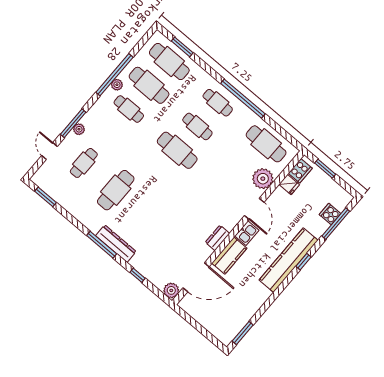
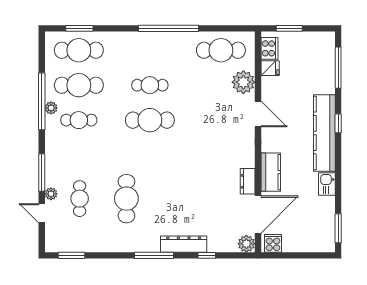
cafe table: (218, 103) -> (150, 50), removed
plant: (79, 129) -> (51, 194), moved
cooker: (330, 214) -> (273, 243), moved, turned 90
kitchen sink: (247, 233) -> (327, 184), moved, turned 180
dresser: (217, 238) -> (248, 181), moved
dresser: (116, 244) -> (184, 244), moved

